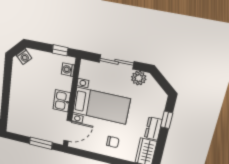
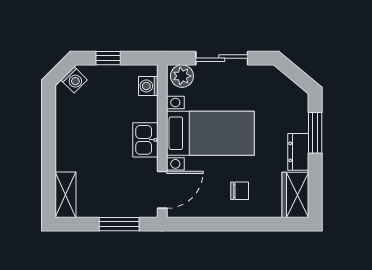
window: (60, 50) -> (108, 58), moved
plant: (139, 78) -> (182, 76), moved
window: (167, 120) -> (315, 133), width x1.50
shelving: (13, 121) -> (65, 195), added

